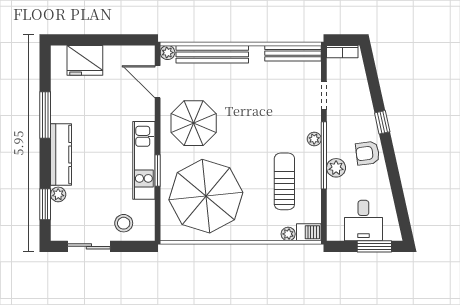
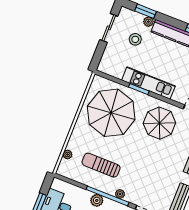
sun lounger: (284, 181) -> (101, 165), turned 180
stool: (124, 223) -> (135, 39), moved
barbecue: (309, 232) -> (64, 168), removed

